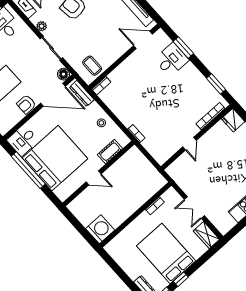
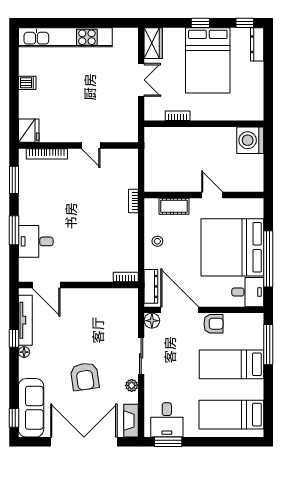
window: (183, 47) -> (14, 230), moved
coffee table: (92, 66) -> (117, 304), removed
door: (189, 144) -> (91, 145), swing flipped
window: (181, 279) -> (200, 23), moved

